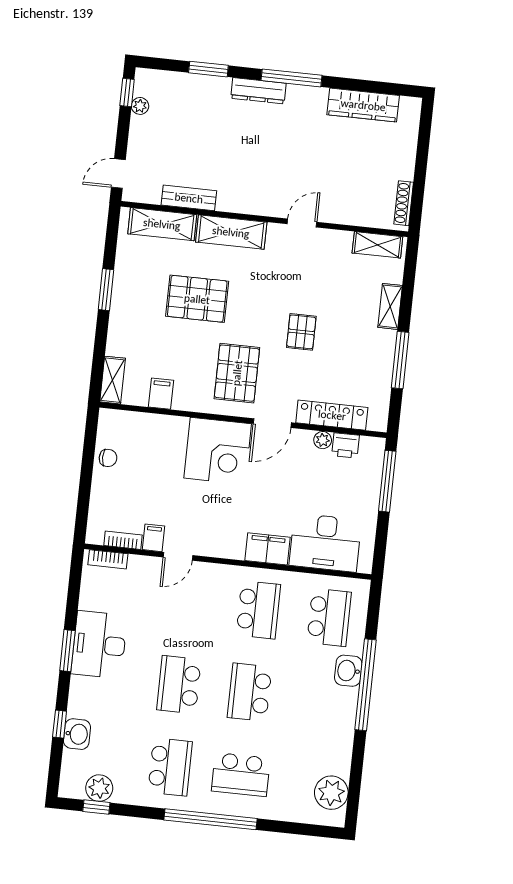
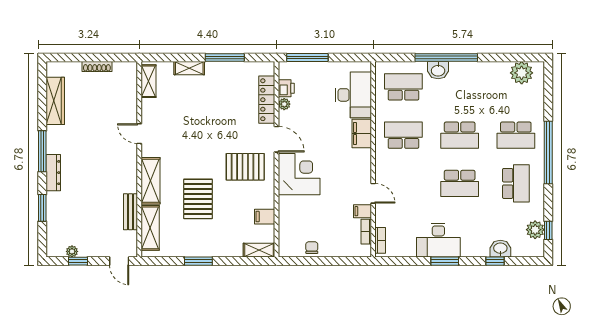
window: (127, 93) -> (78, 261), moved
shoe rack: (404, 203) -> (97, 66), moved
pallet: (301, 332) -> (213, 126), removed
school desk: (170, 767) -> (516, 183), turned 90
school desk: (241, 775) -> (516, 135), turned 90

